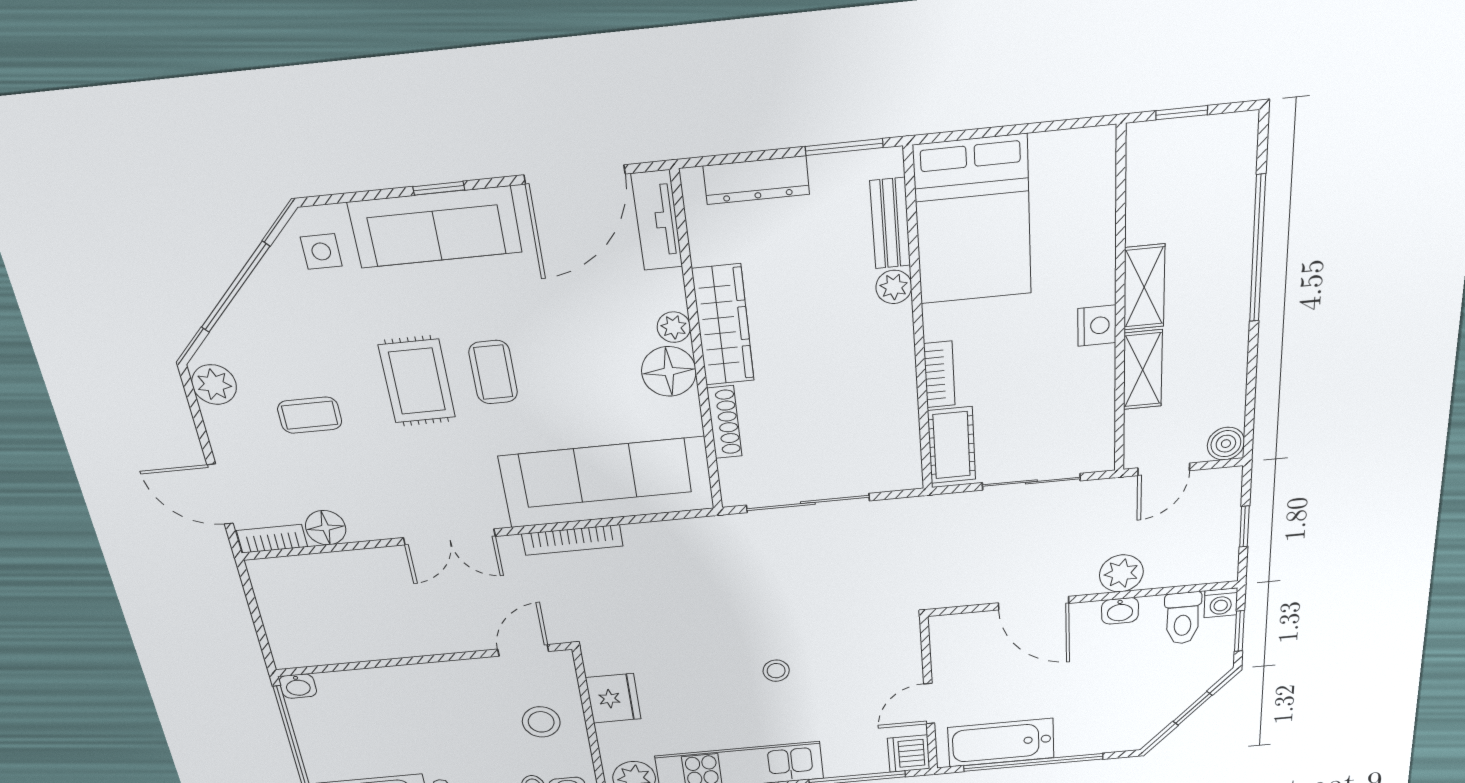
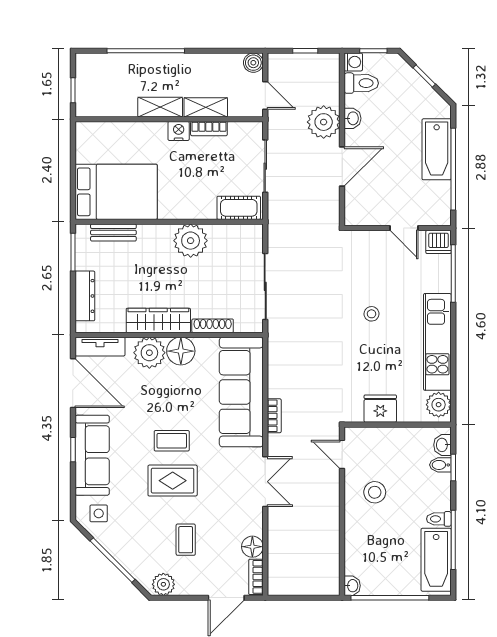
plant: (894, 287) -> (191, 241), moved, width x1.87, depth x1.87
plant: (674, 327) -> (149, 353), width x1.87, depth x1.87
bookcase: (939, 374) -> (209, 129), moved, turned 180
bookcase: (572, 540) -> (274, 416), width x0.64
plant: (1121, 573) -> (324, 122), width x1.36, depth x1.36
stool: (541, 722) -> (375, 492), moved
bathtub: (1001, 743) -> (437, 149), moved

